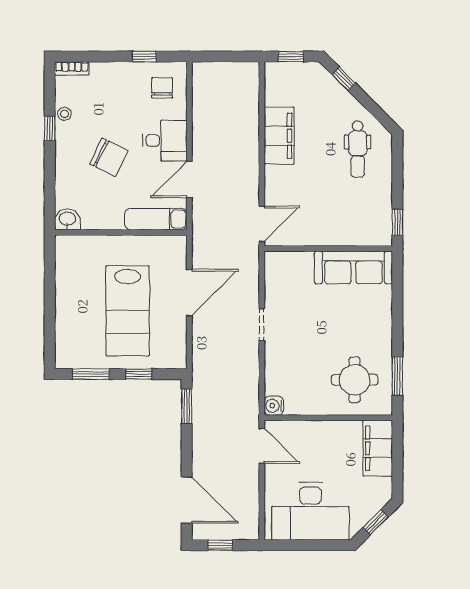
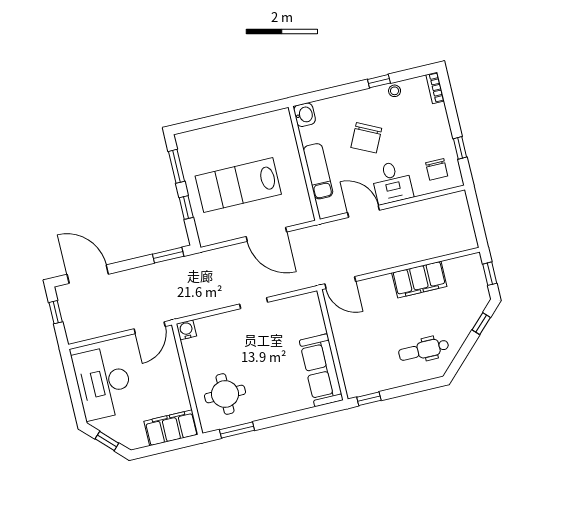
chair: (162, 88) -> (437, 169), turned 90
exam couch: (156, 219) -> (318, 171), moved
door: (187, 500) -> (88, 274), swing flipped

